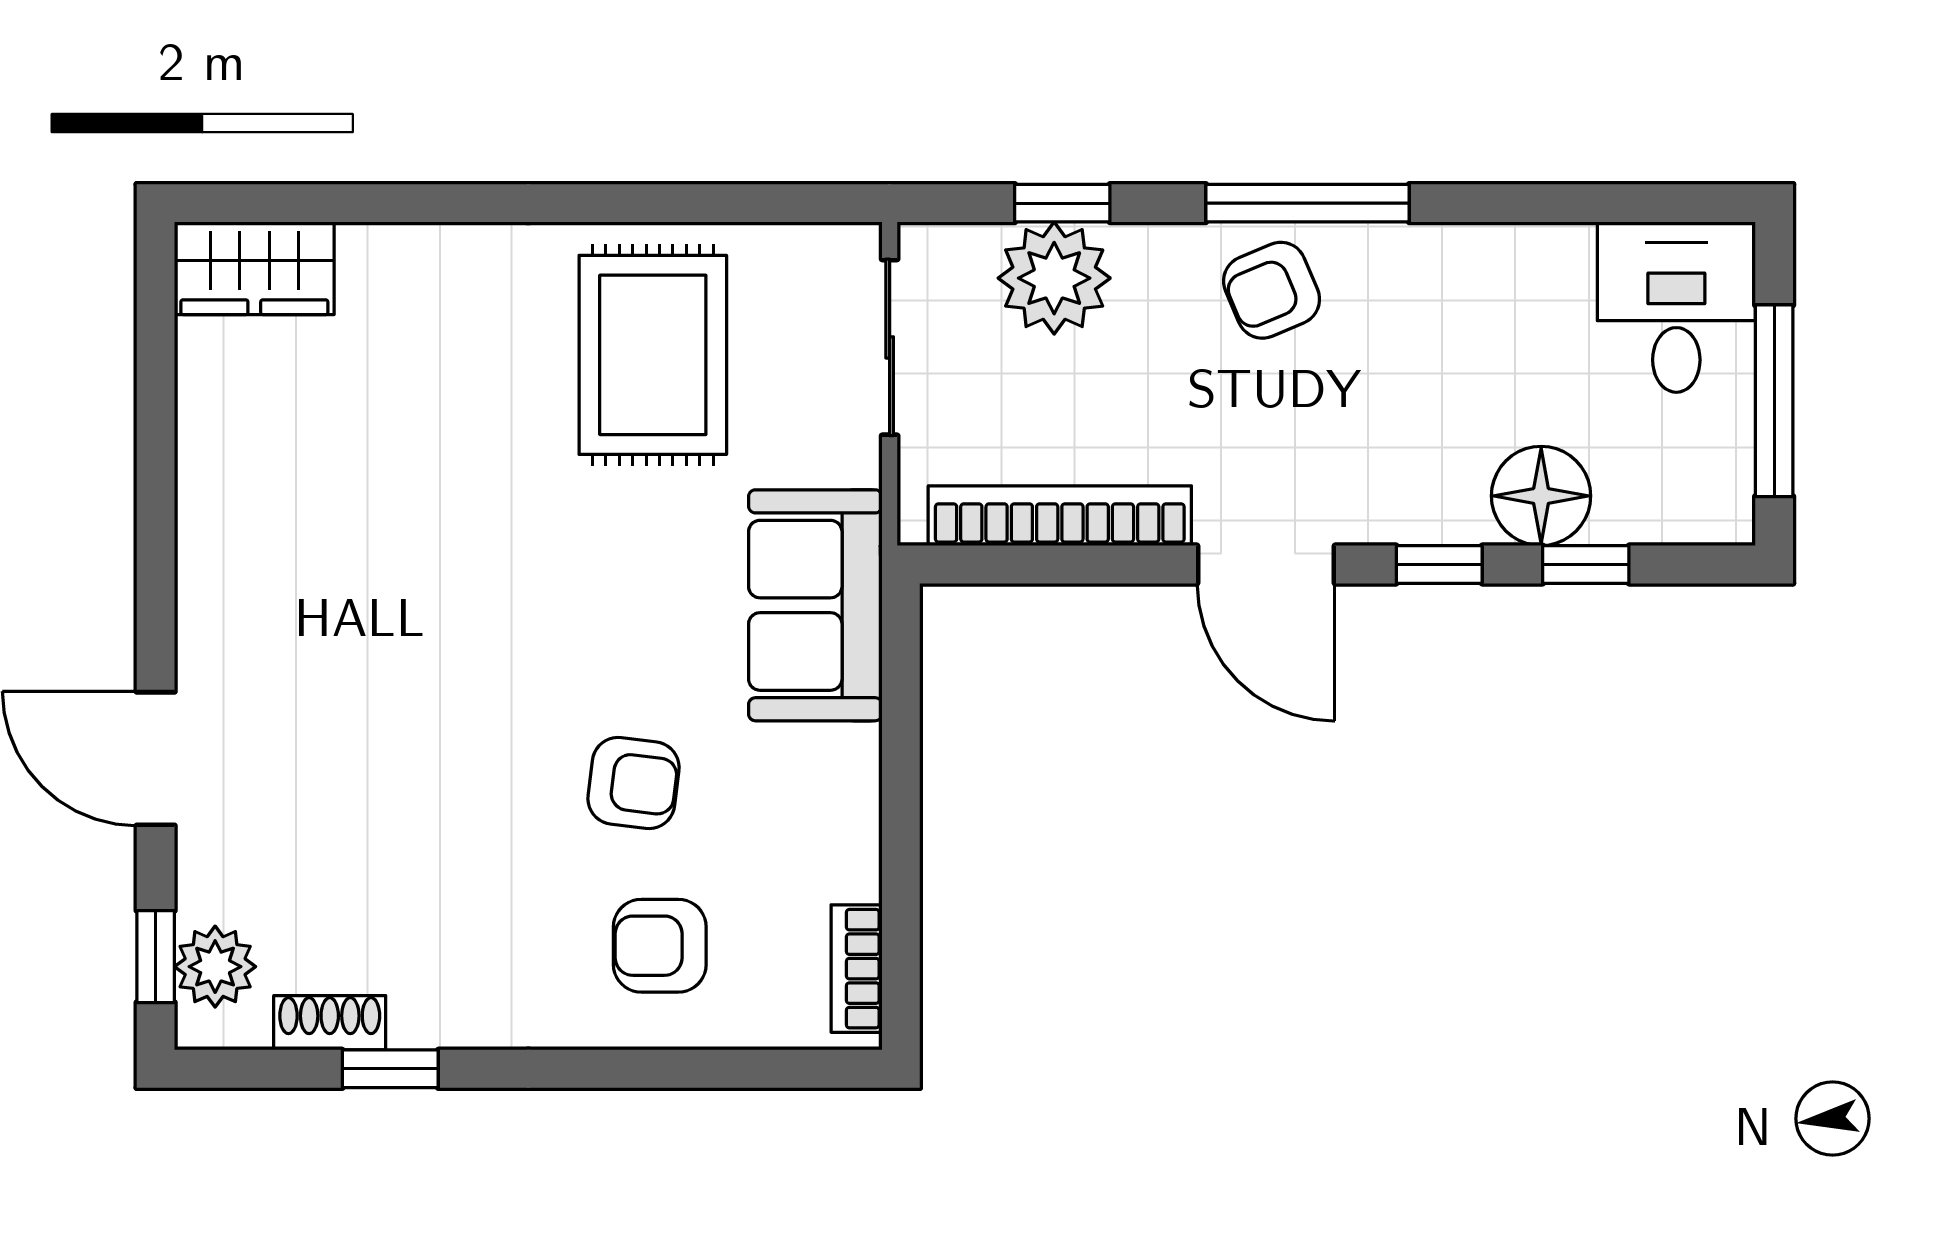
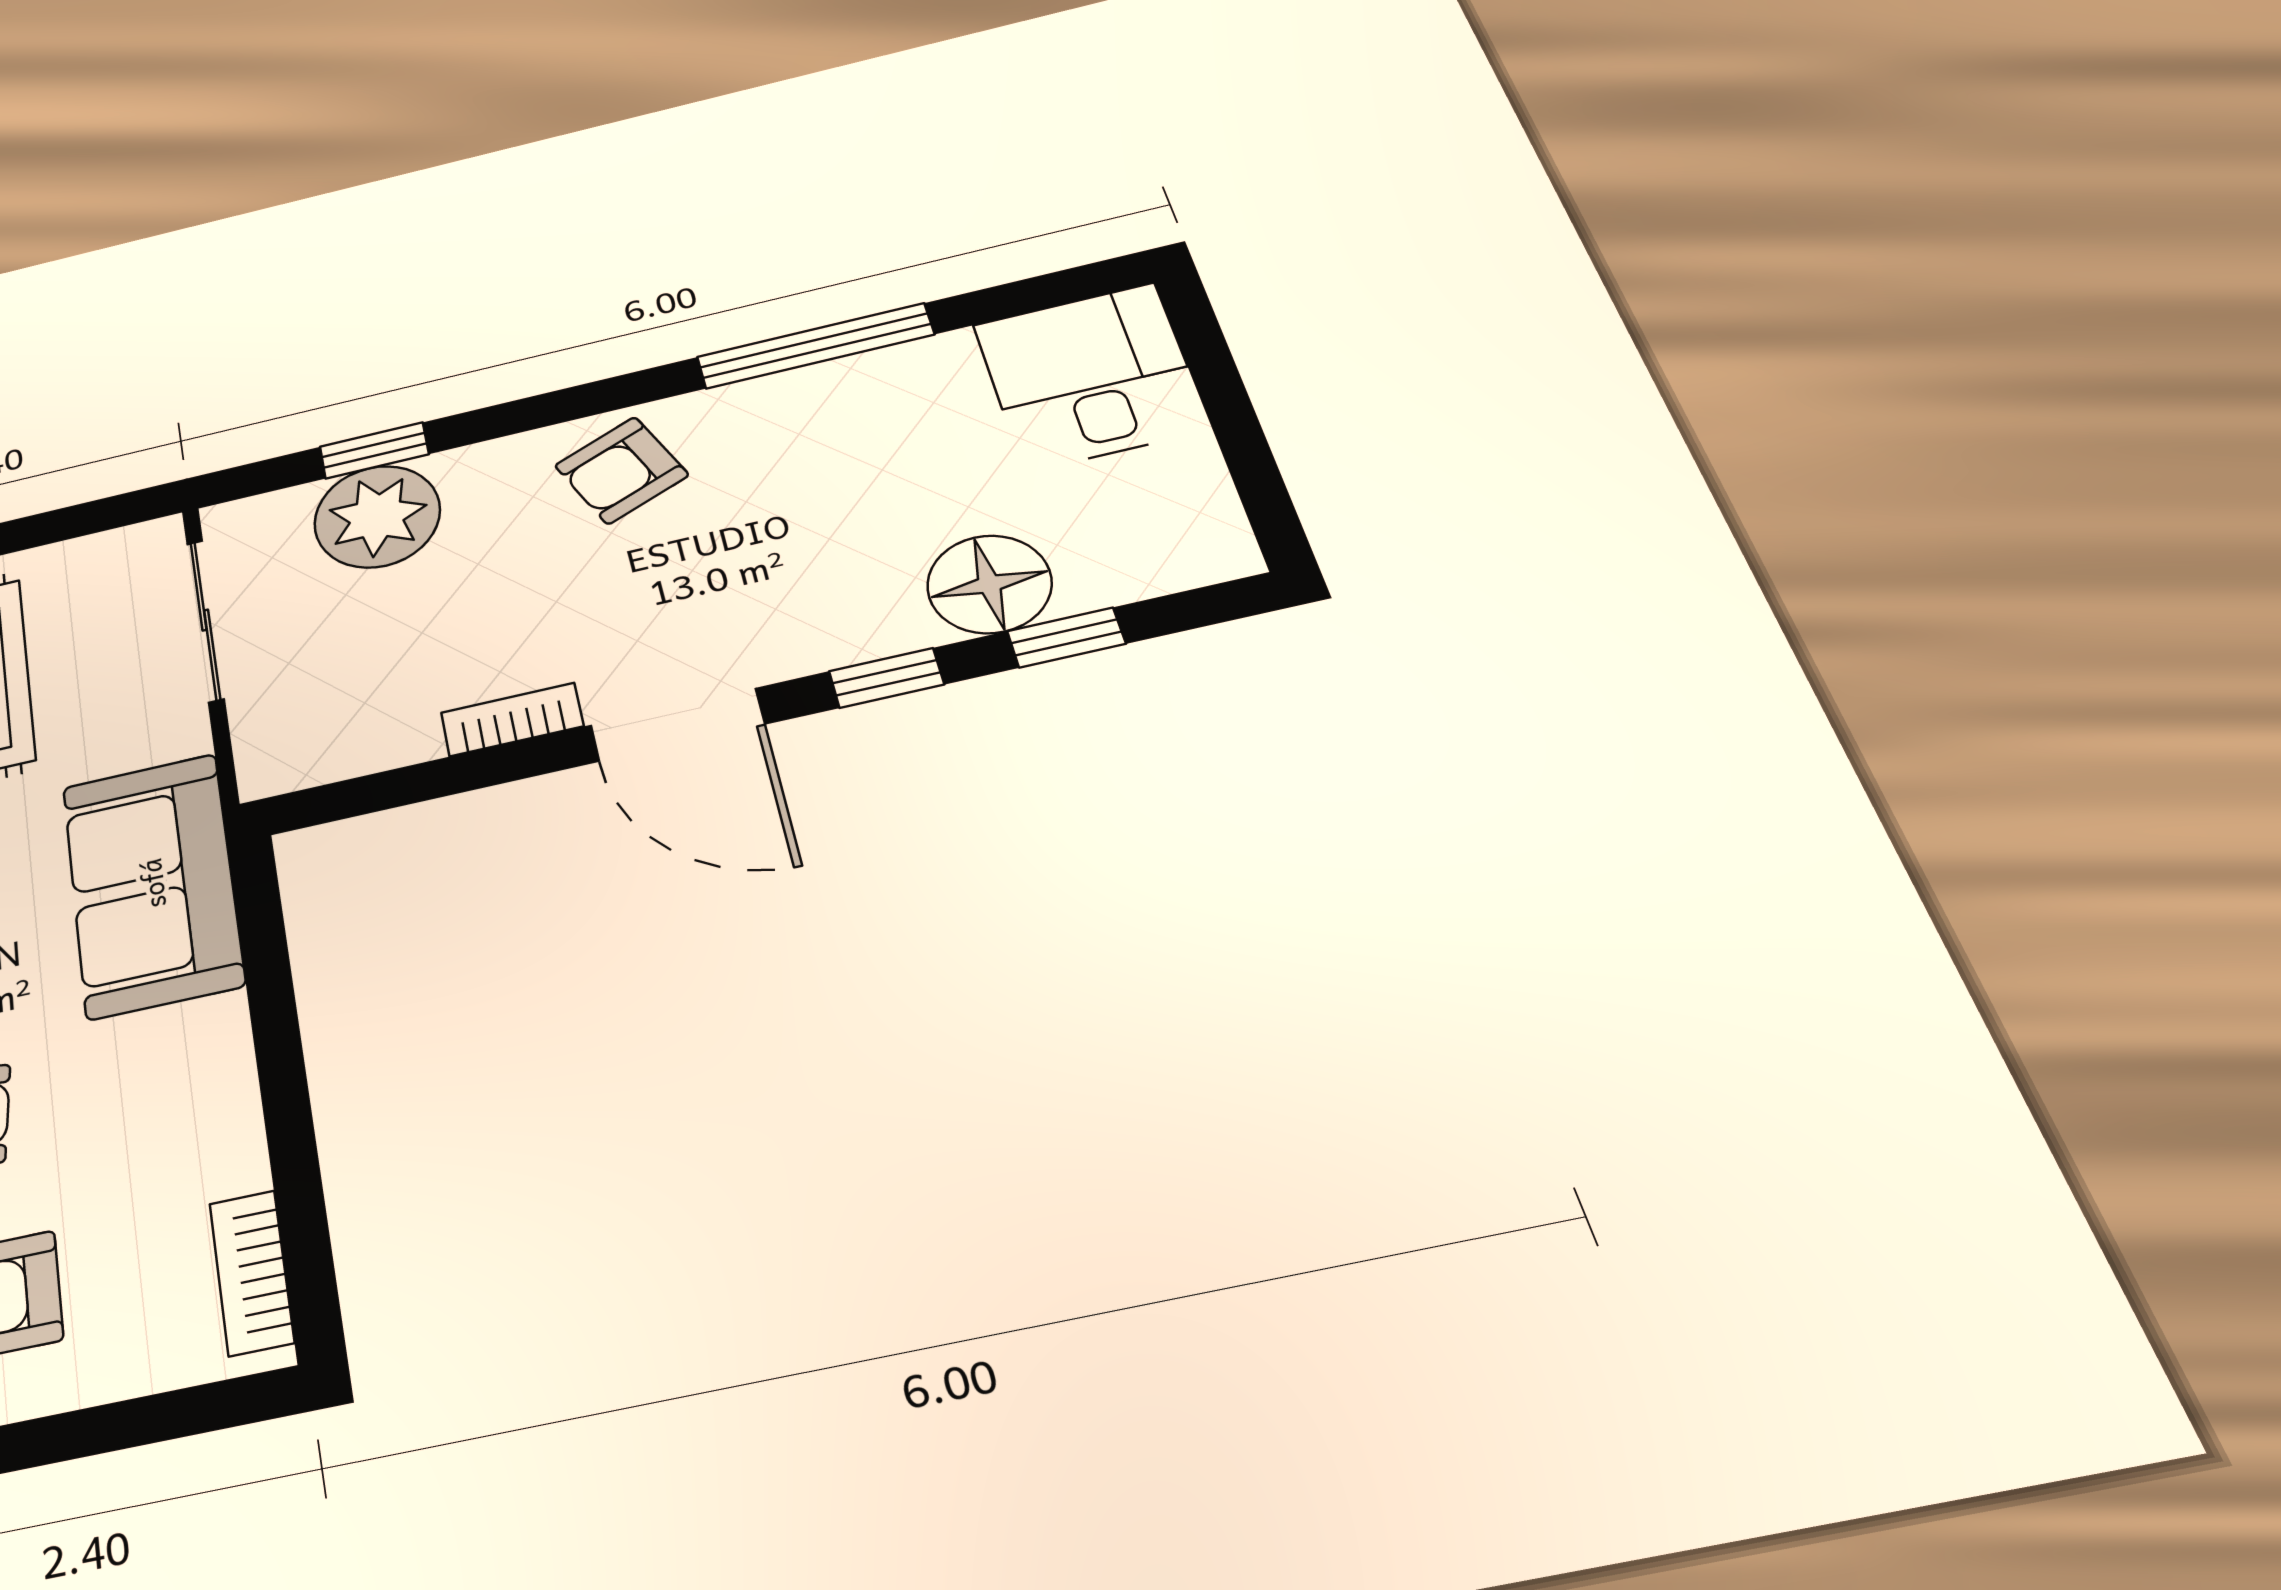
window: (1307, 203) -> (815, 346), moved
window: (1774, 401) -> (1238, 432), removed
bookcase: (1060, 516) -> (512, 719), width x0.43, depth x0.76

